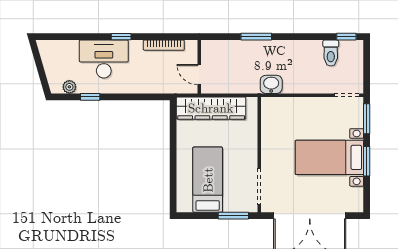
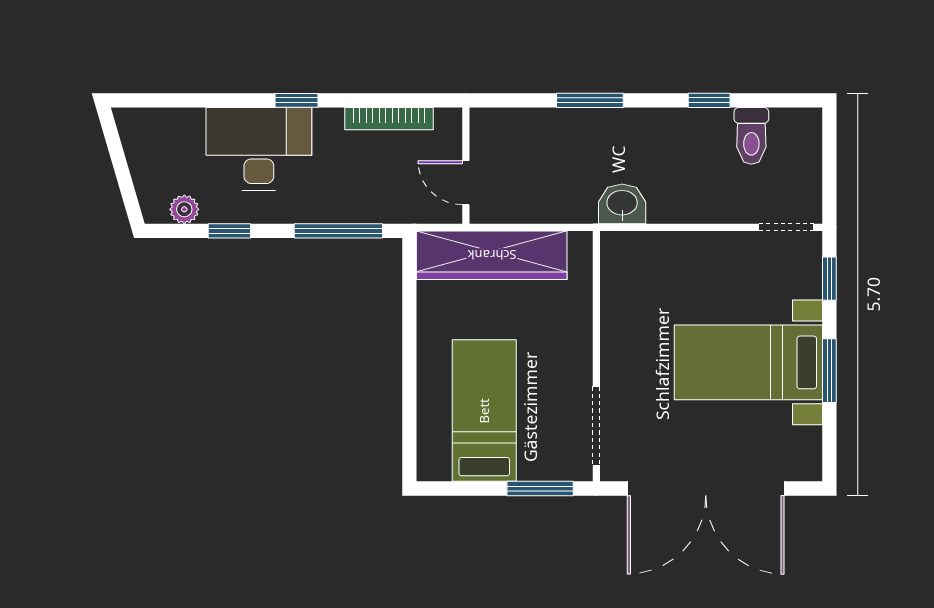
window: (346, 37) -> (709, 100), moved
window: (140, 97) -> (338, 231), added
window: (367, 119) -> (829, 279), width x0.67

